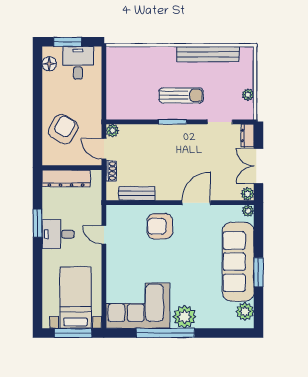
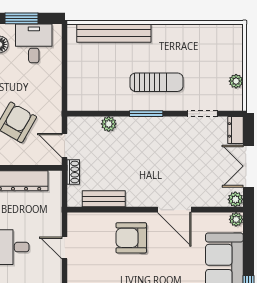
bench: (208, 54) -> (114, 33), moved
plant: (113, 131) -> (109, 124), moved
door: (196, 203) -> (174, 210), swing flipped

